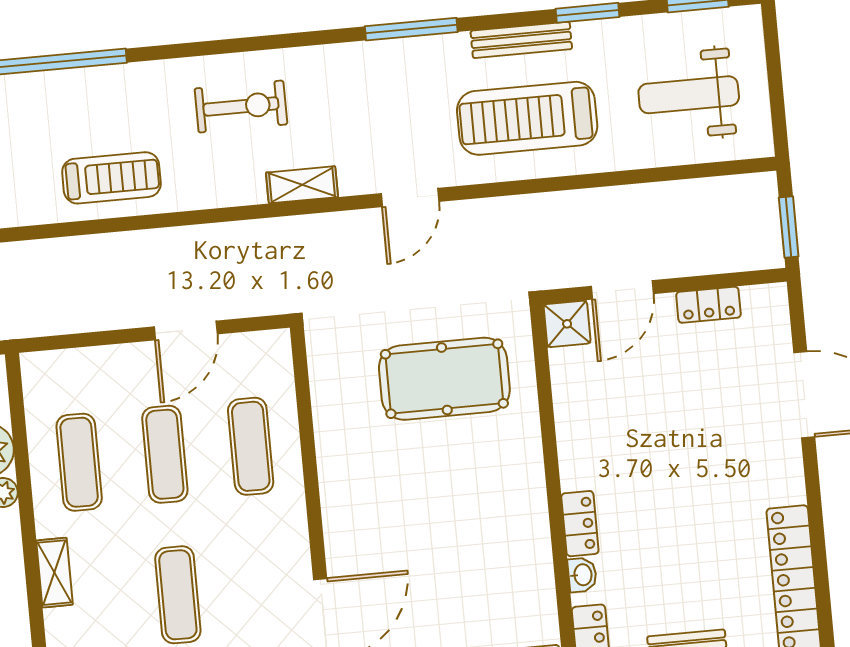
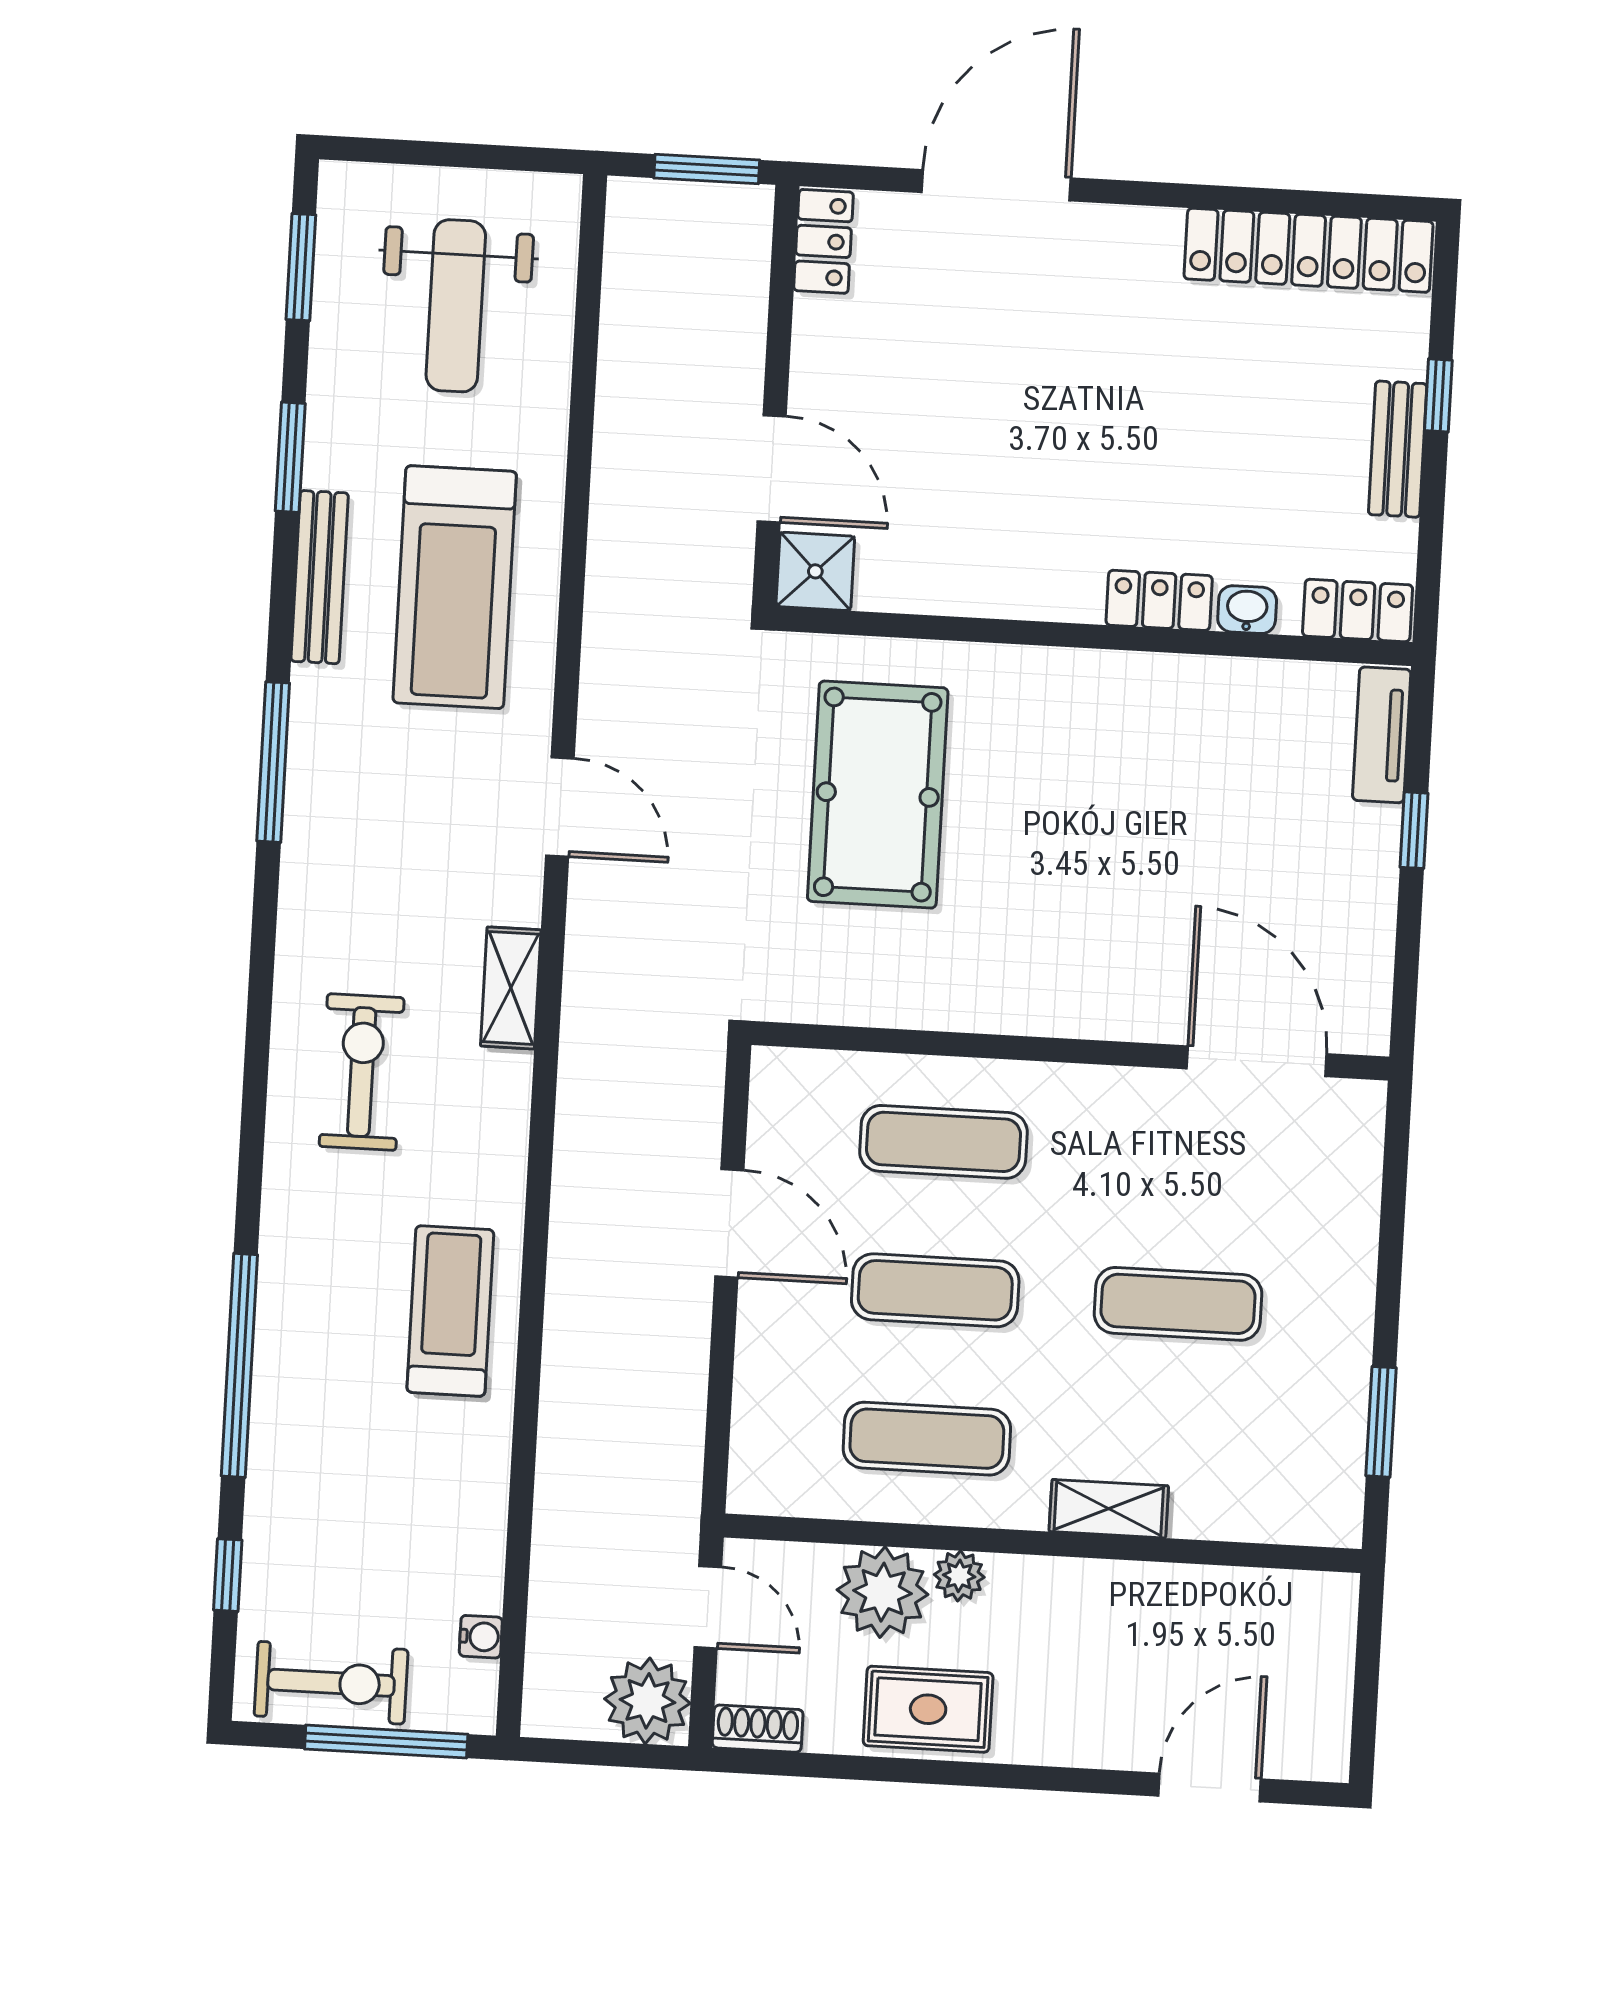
locker: (708, 305) -> (824, 241), moved

